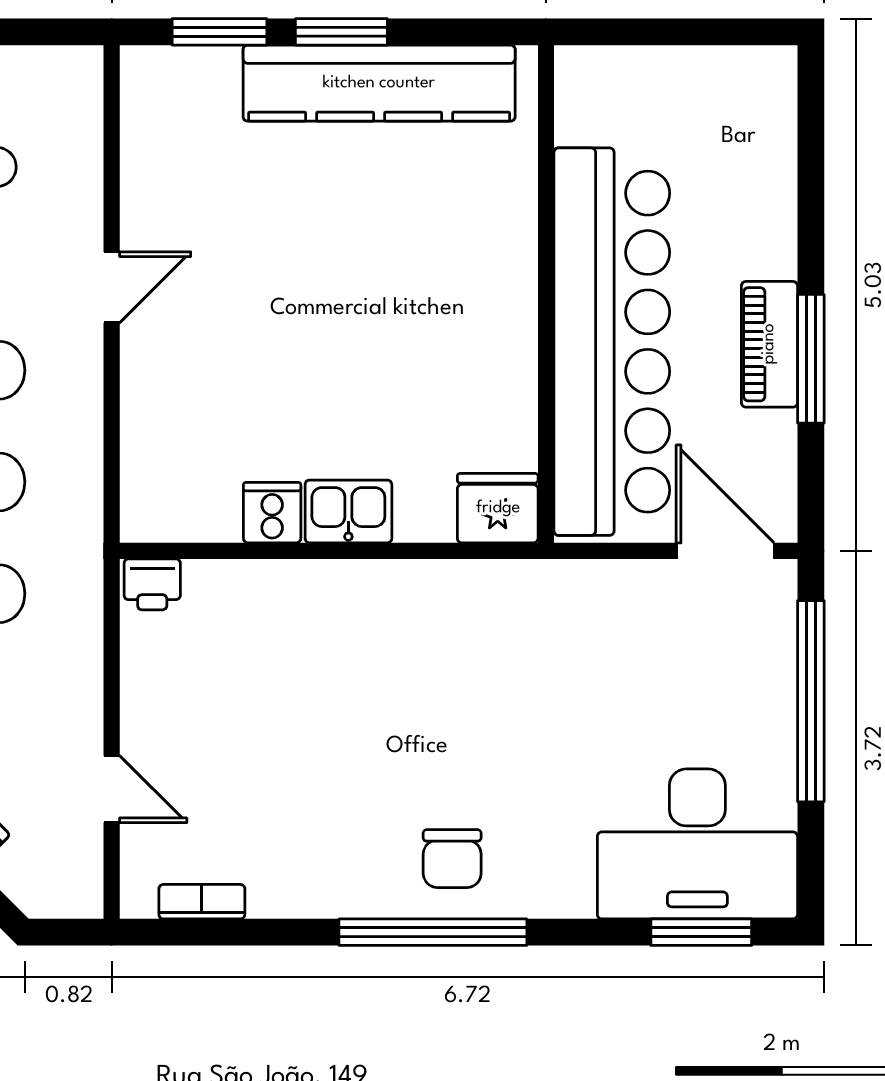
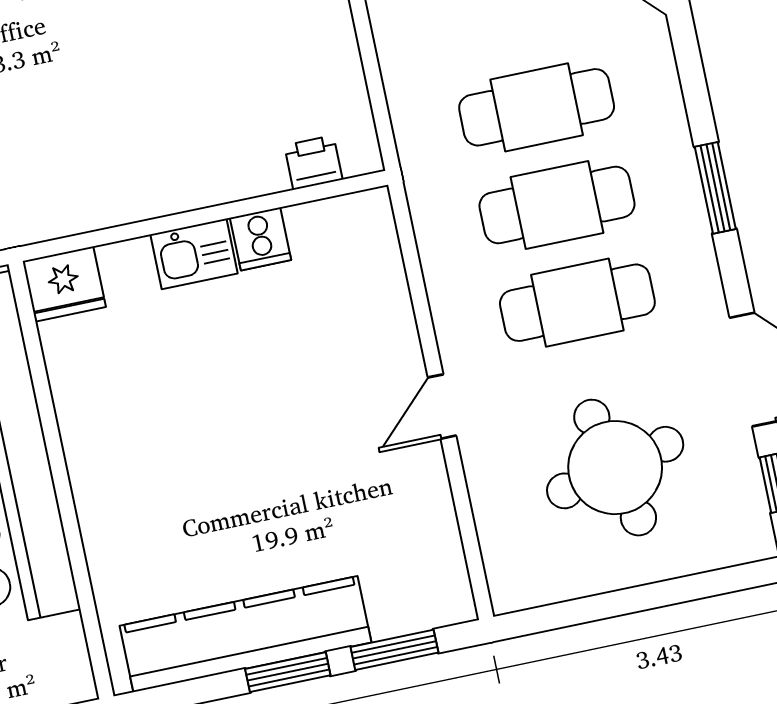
printer: (152, 584) -> (313, 162), moved

